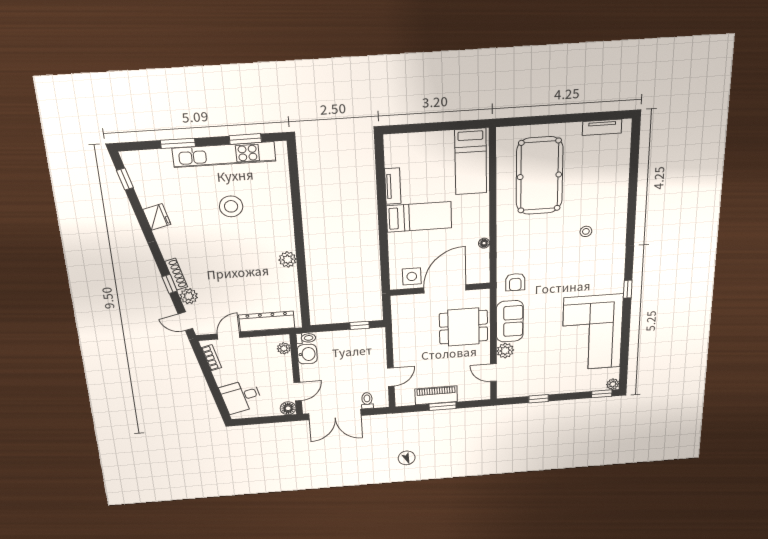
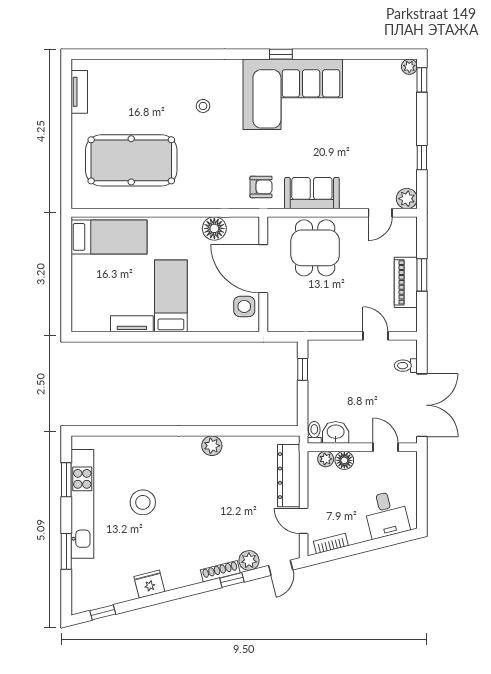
floor lamp: (484, 243) -> (214, 228), width x1.89, depth x1.89
corner sofa: (592, 333) -> (293, 94), moved
plant: (505, 351) -> (407, 199), moved
floor lamp: (288, 408) -> (344, 460), moved

